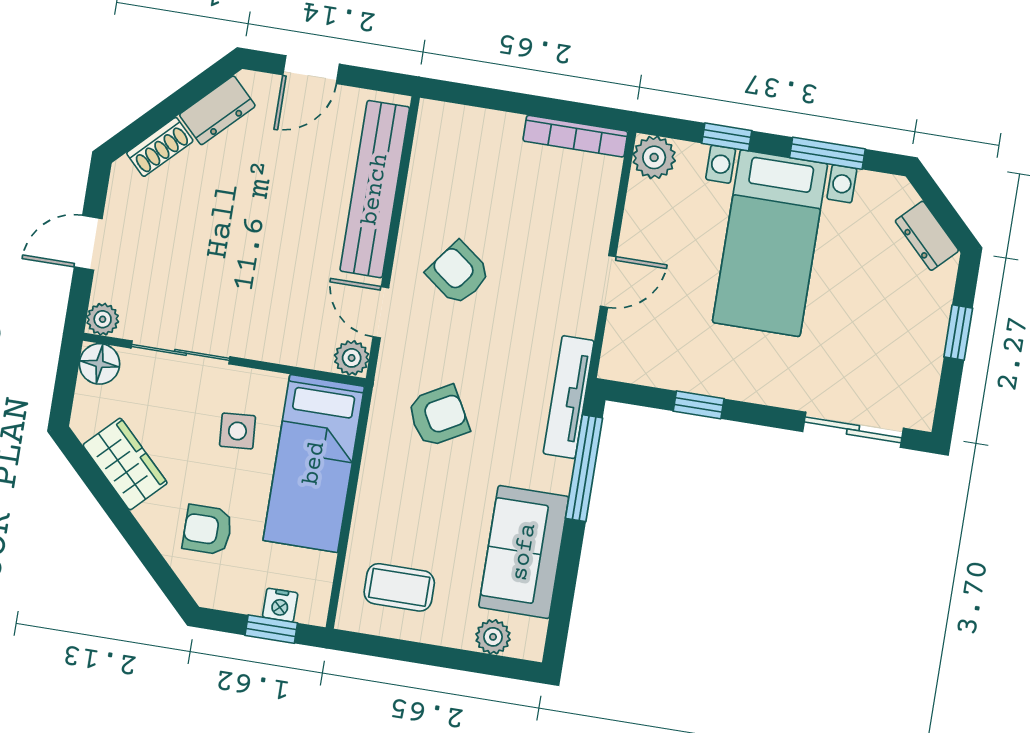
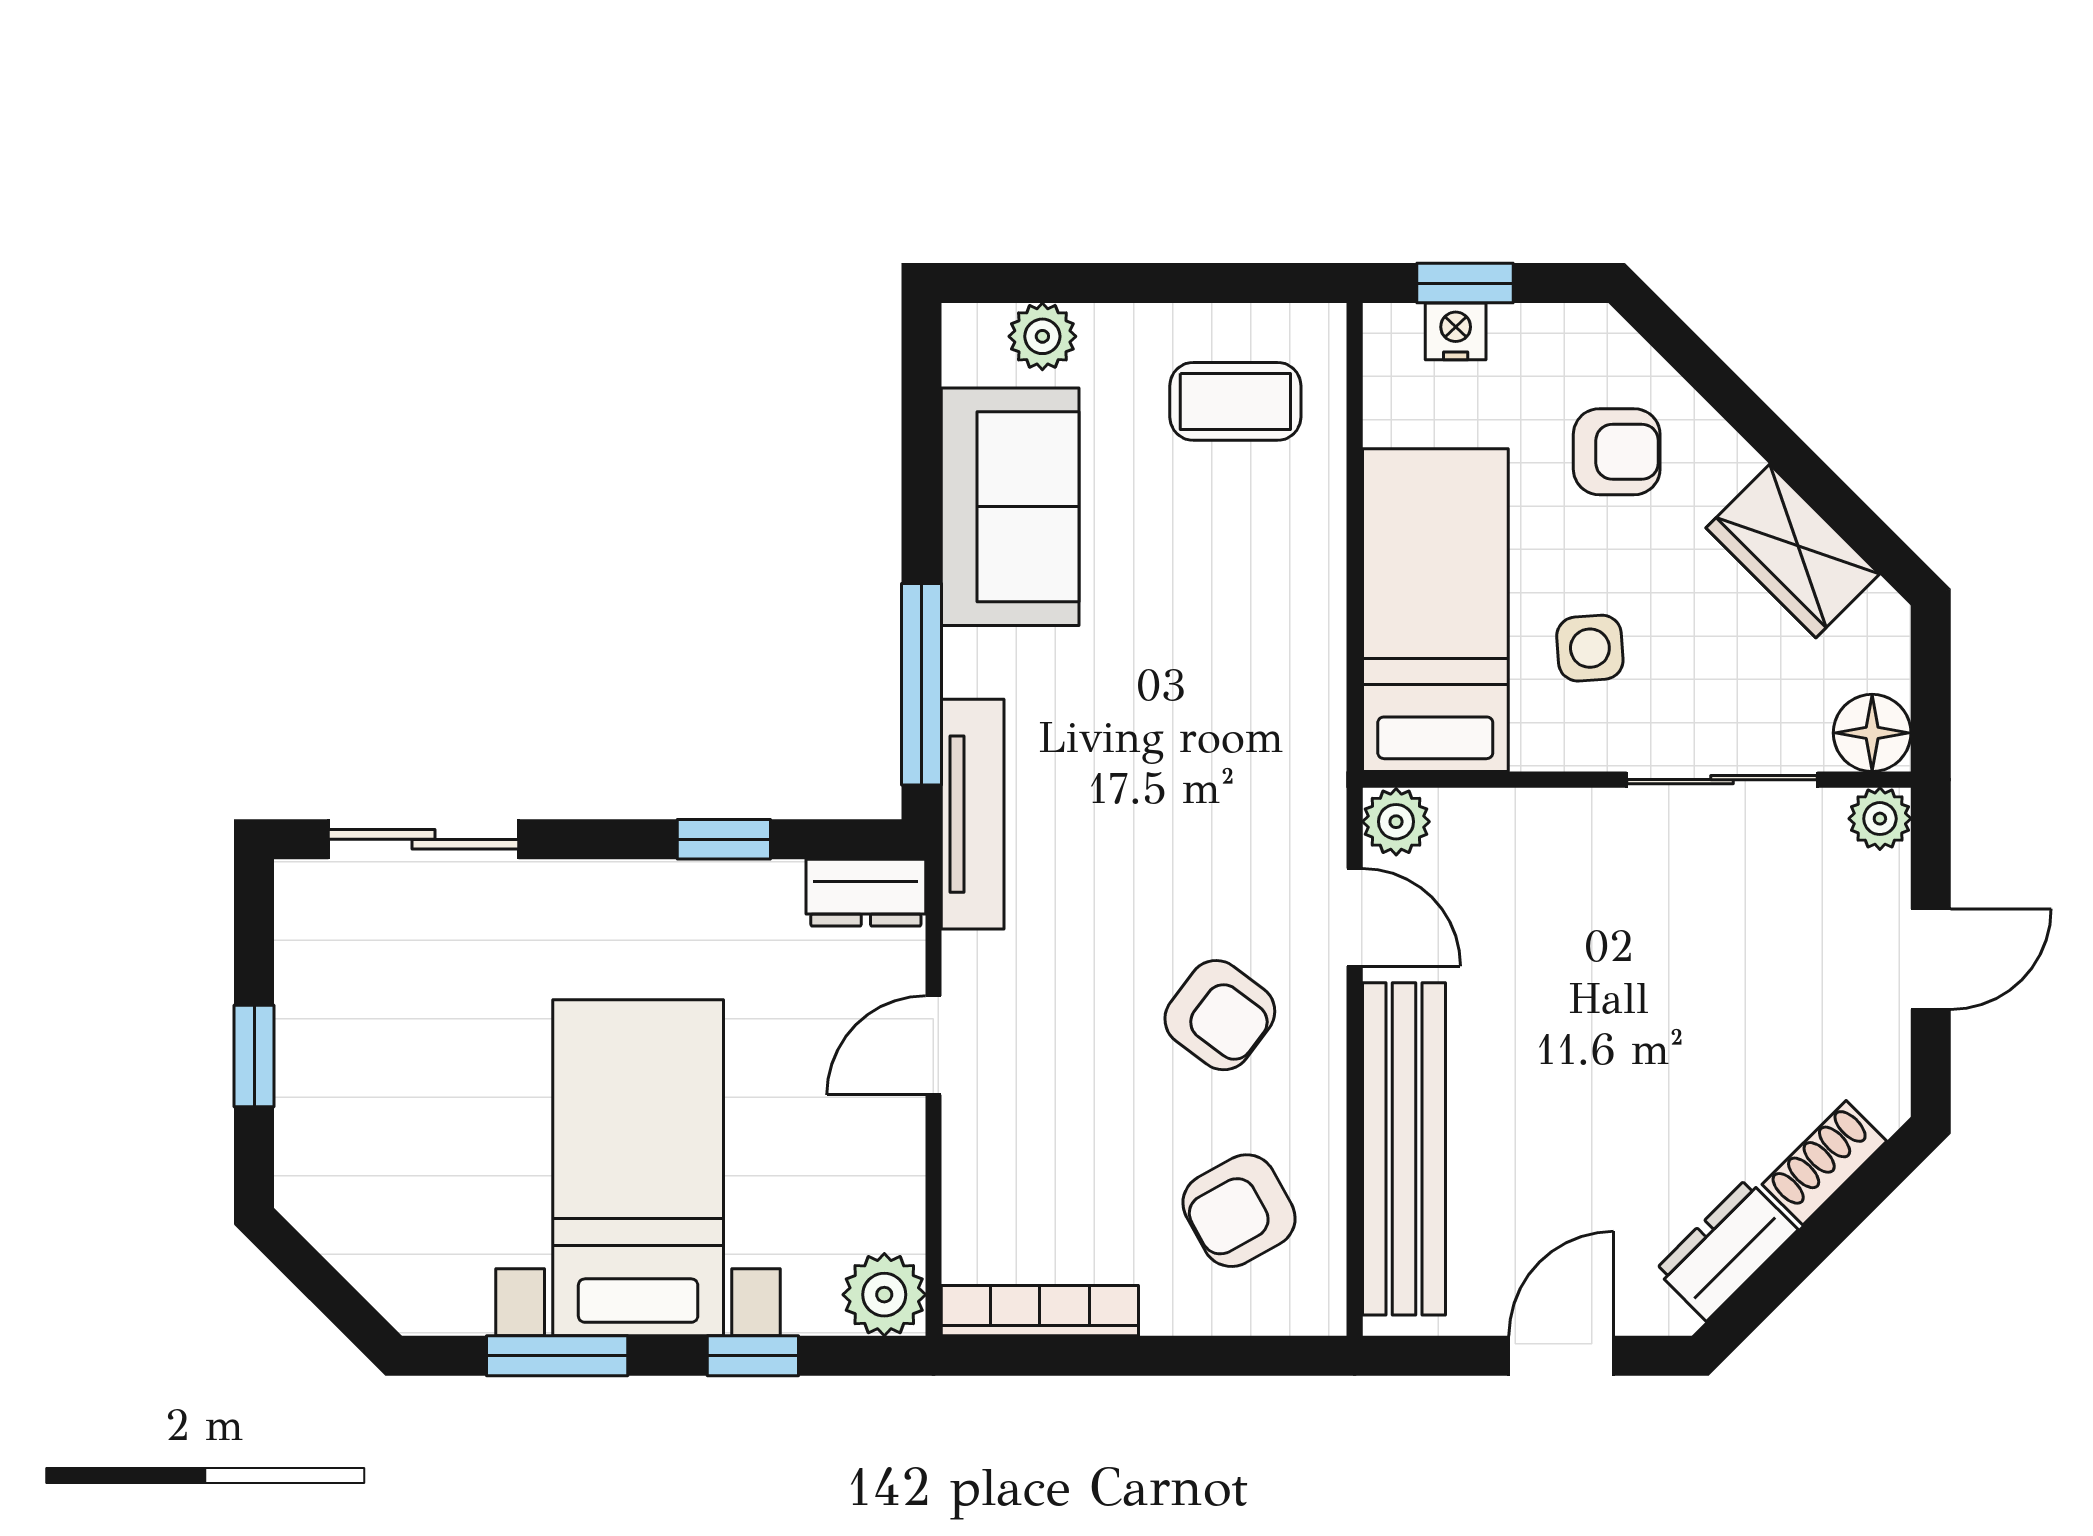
dresser: (927, 236) -> (866, 893), moved, turned 135
armchair: (438, 416) -> (1239, 1211), moved

